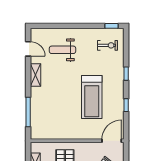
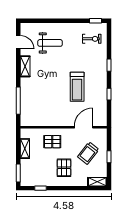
weight bench: (63, 50) -> (50, 43), turned 180
treadmill: (92, 97) -> (77, 87), width x0.73, depth x0.73
door: (112, 141) -> (84, 127), moved

